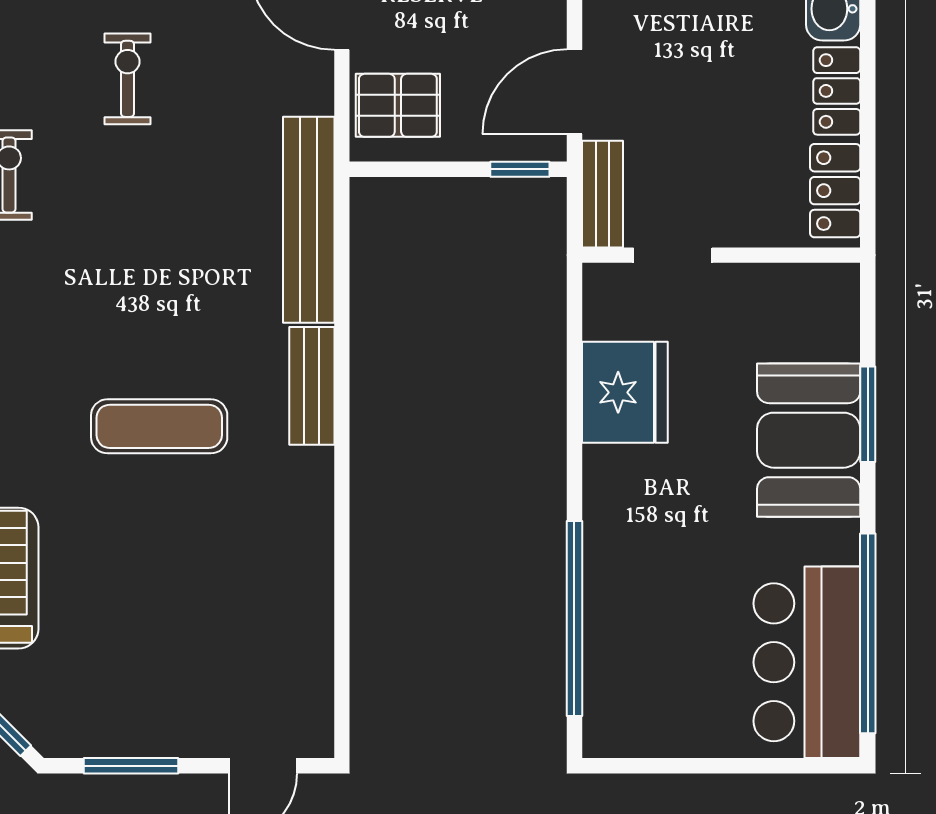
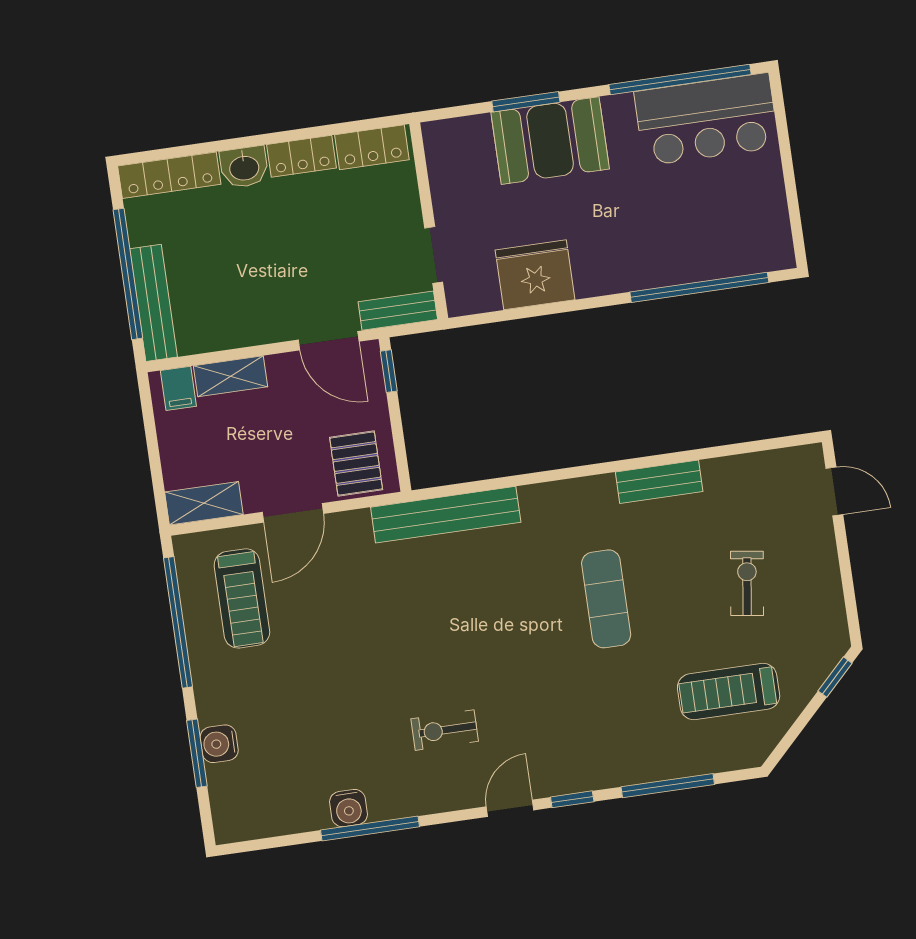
exercise bike: (127, 79) -> (747, 583), moved, turned 98
bench: (312, 386) -> (659, 482), moved
window: (131, 766) -> (848, 584), removed

